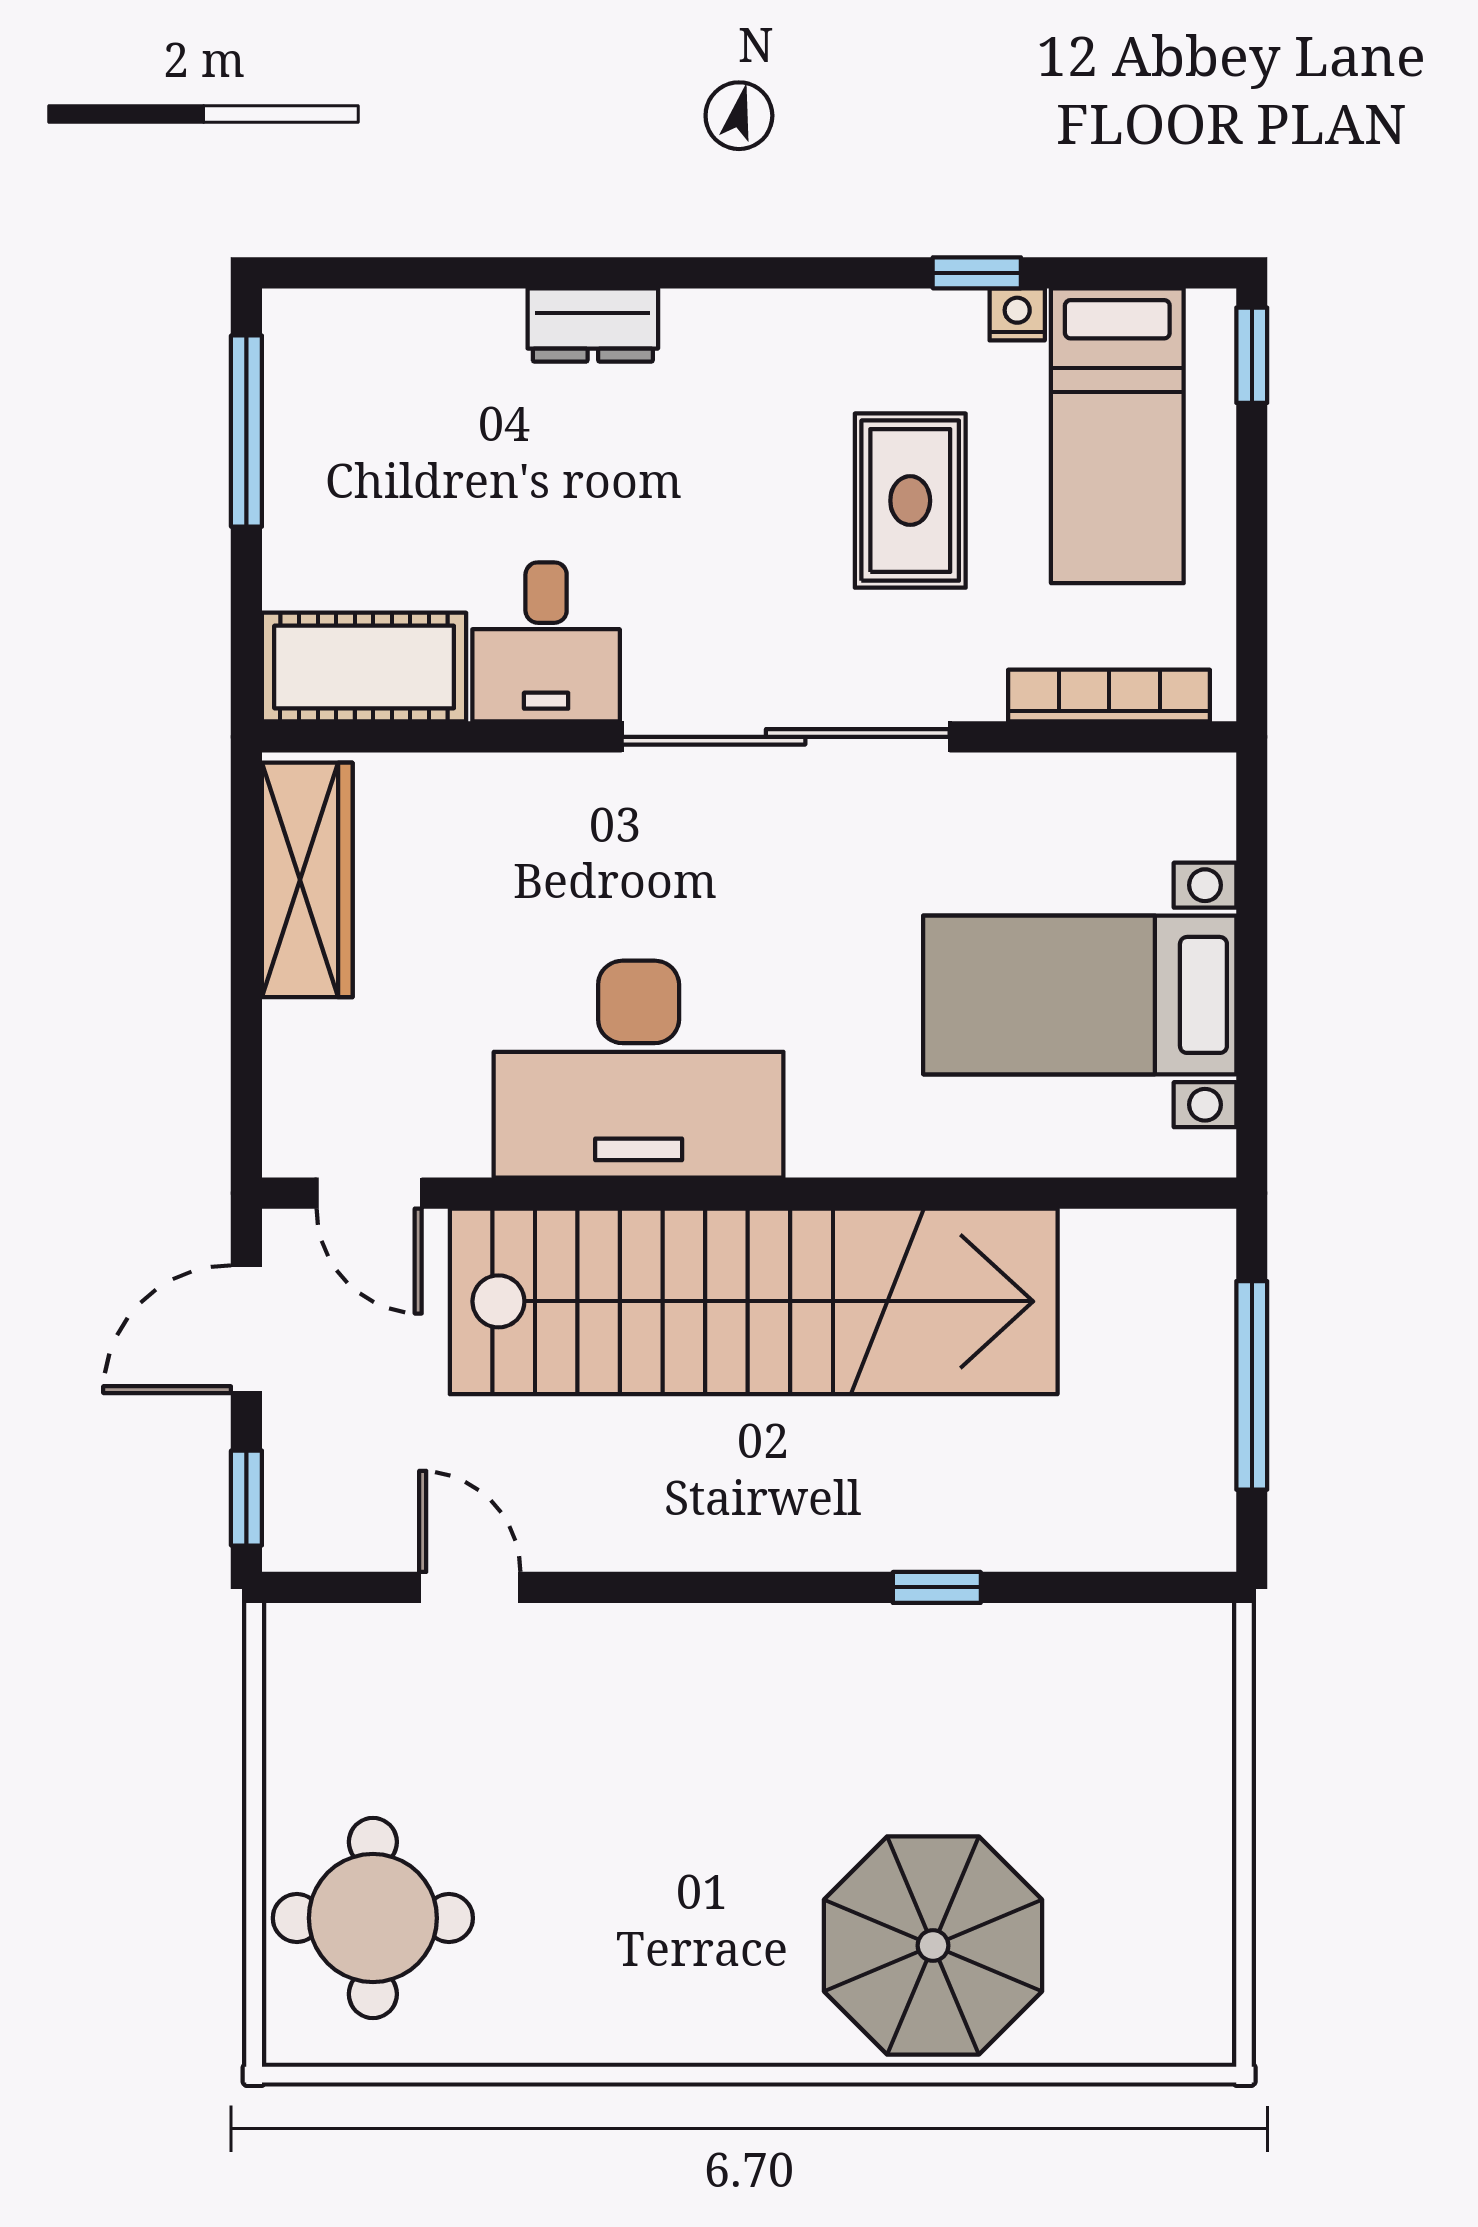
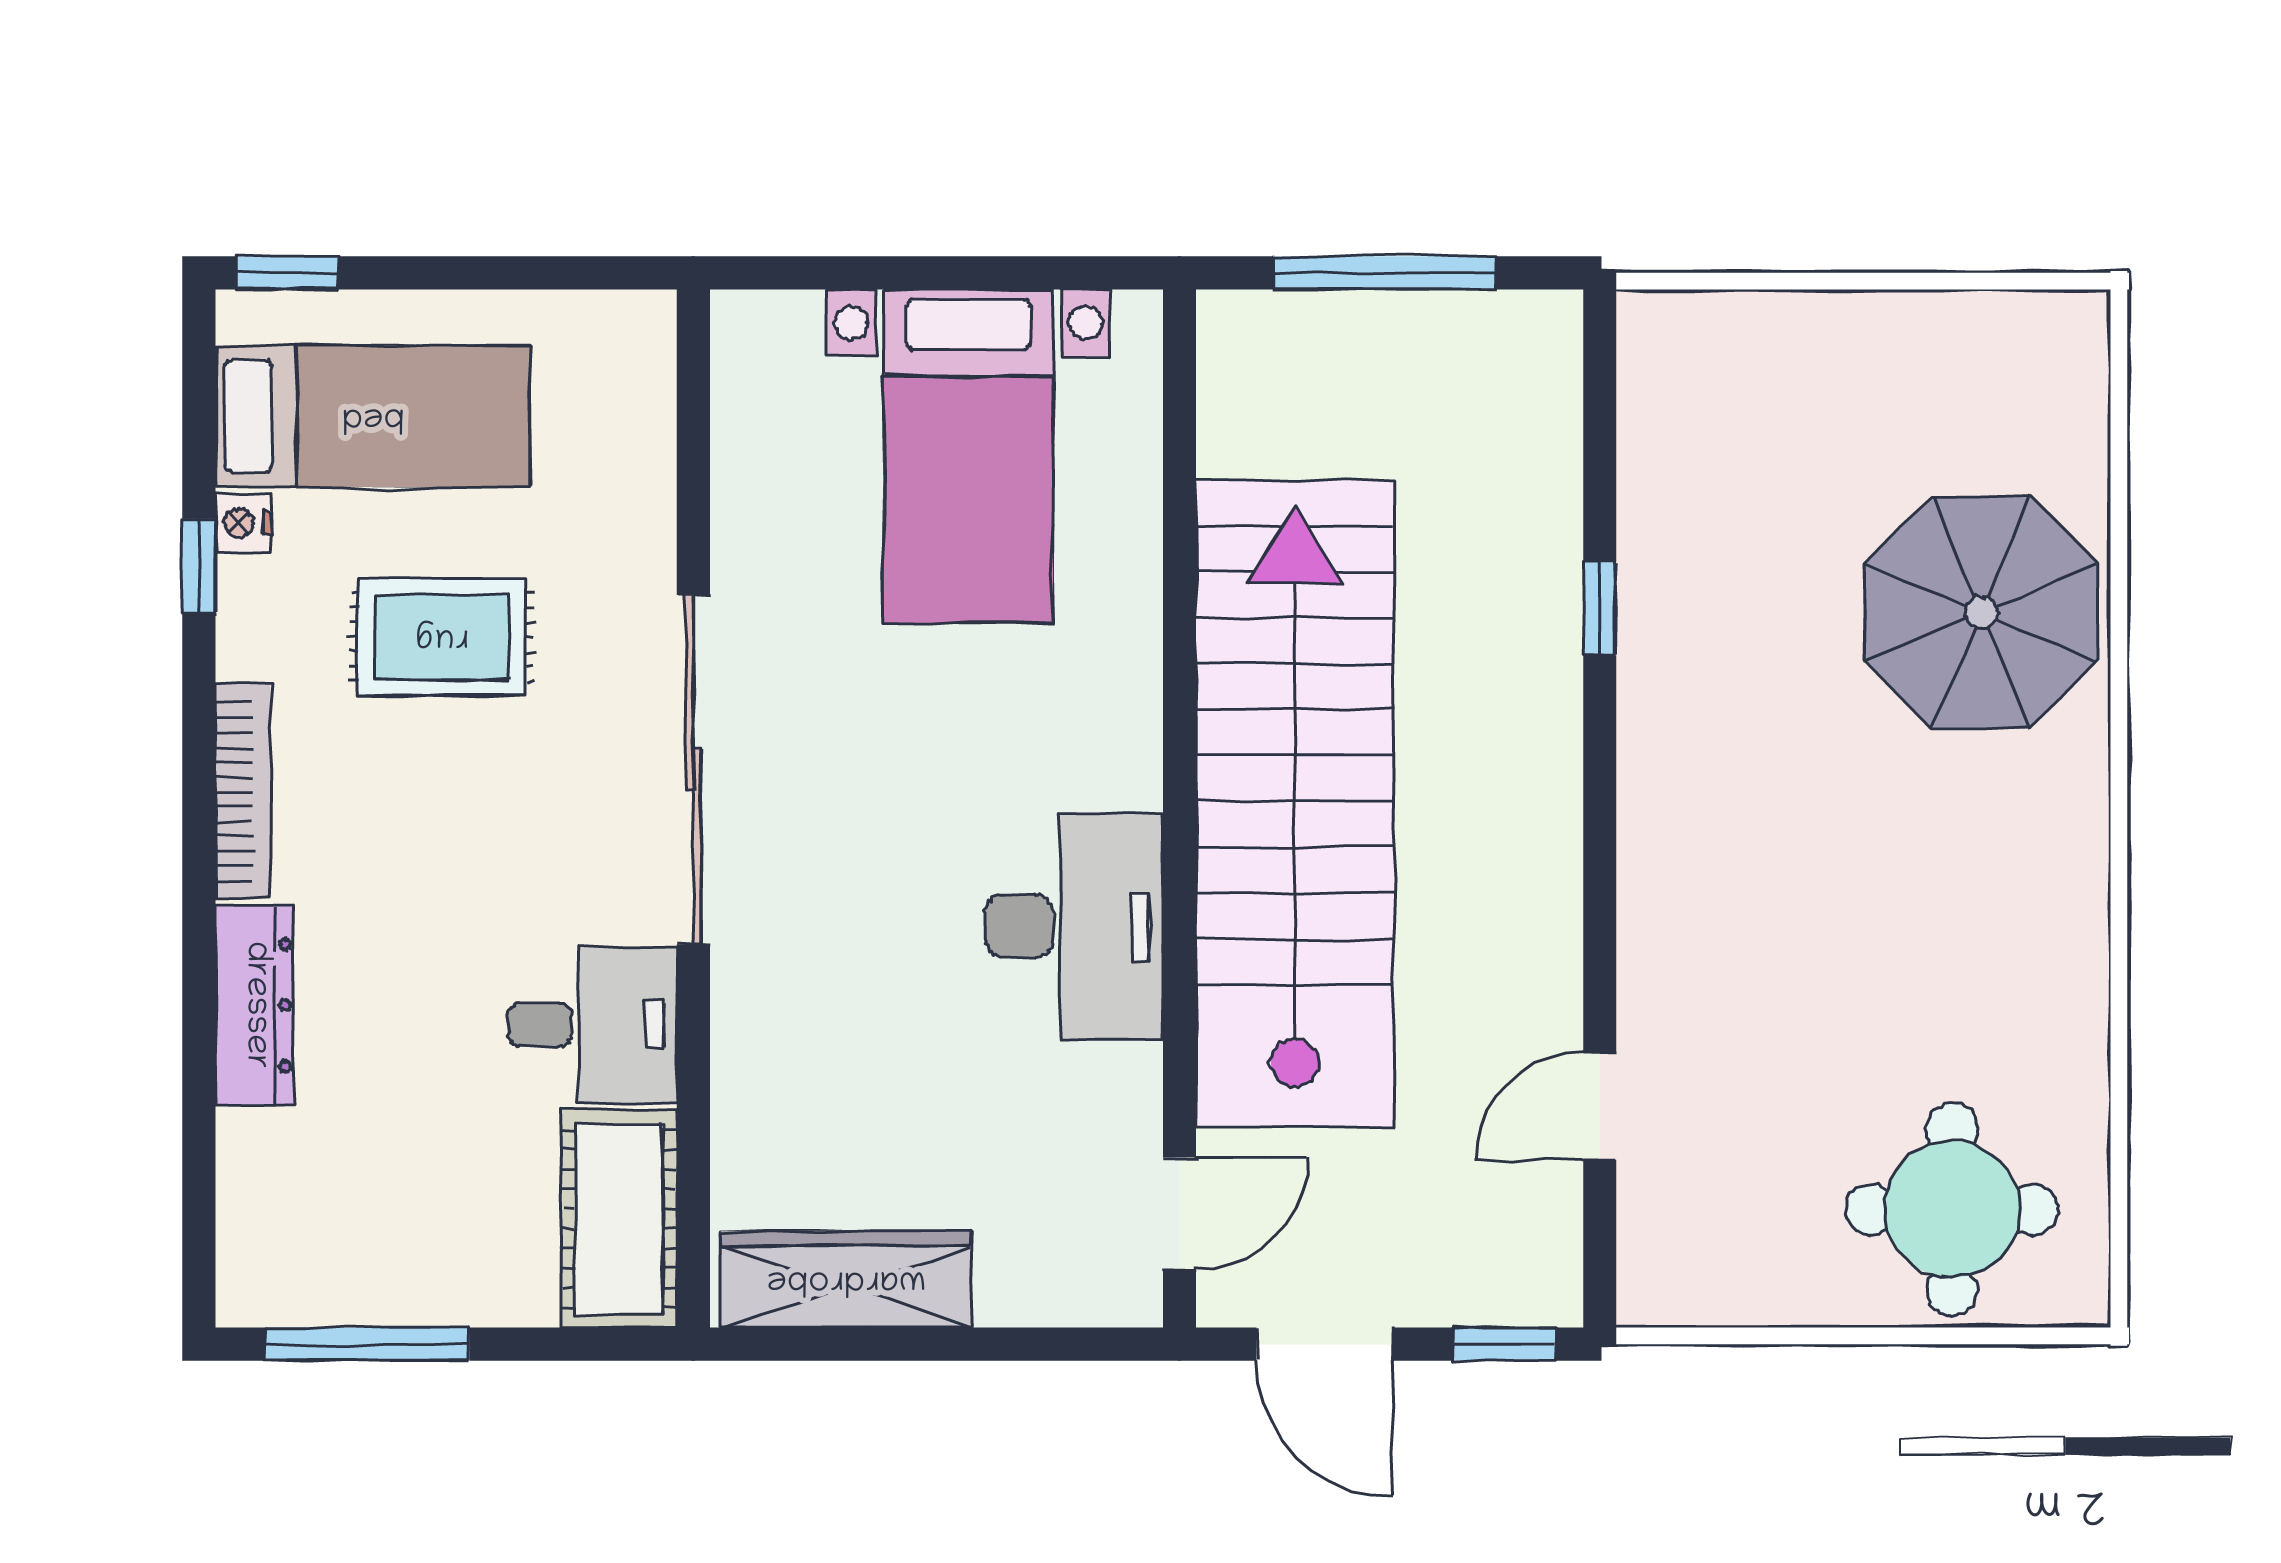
dresser: (593, 325) -> (255, 1005), width x1.44
bookcase: (1109, 696) -> (243, 791), moved, turned 180
desk: (639, 1069) -> (1074, 926), width x0.73, depth x0.77

